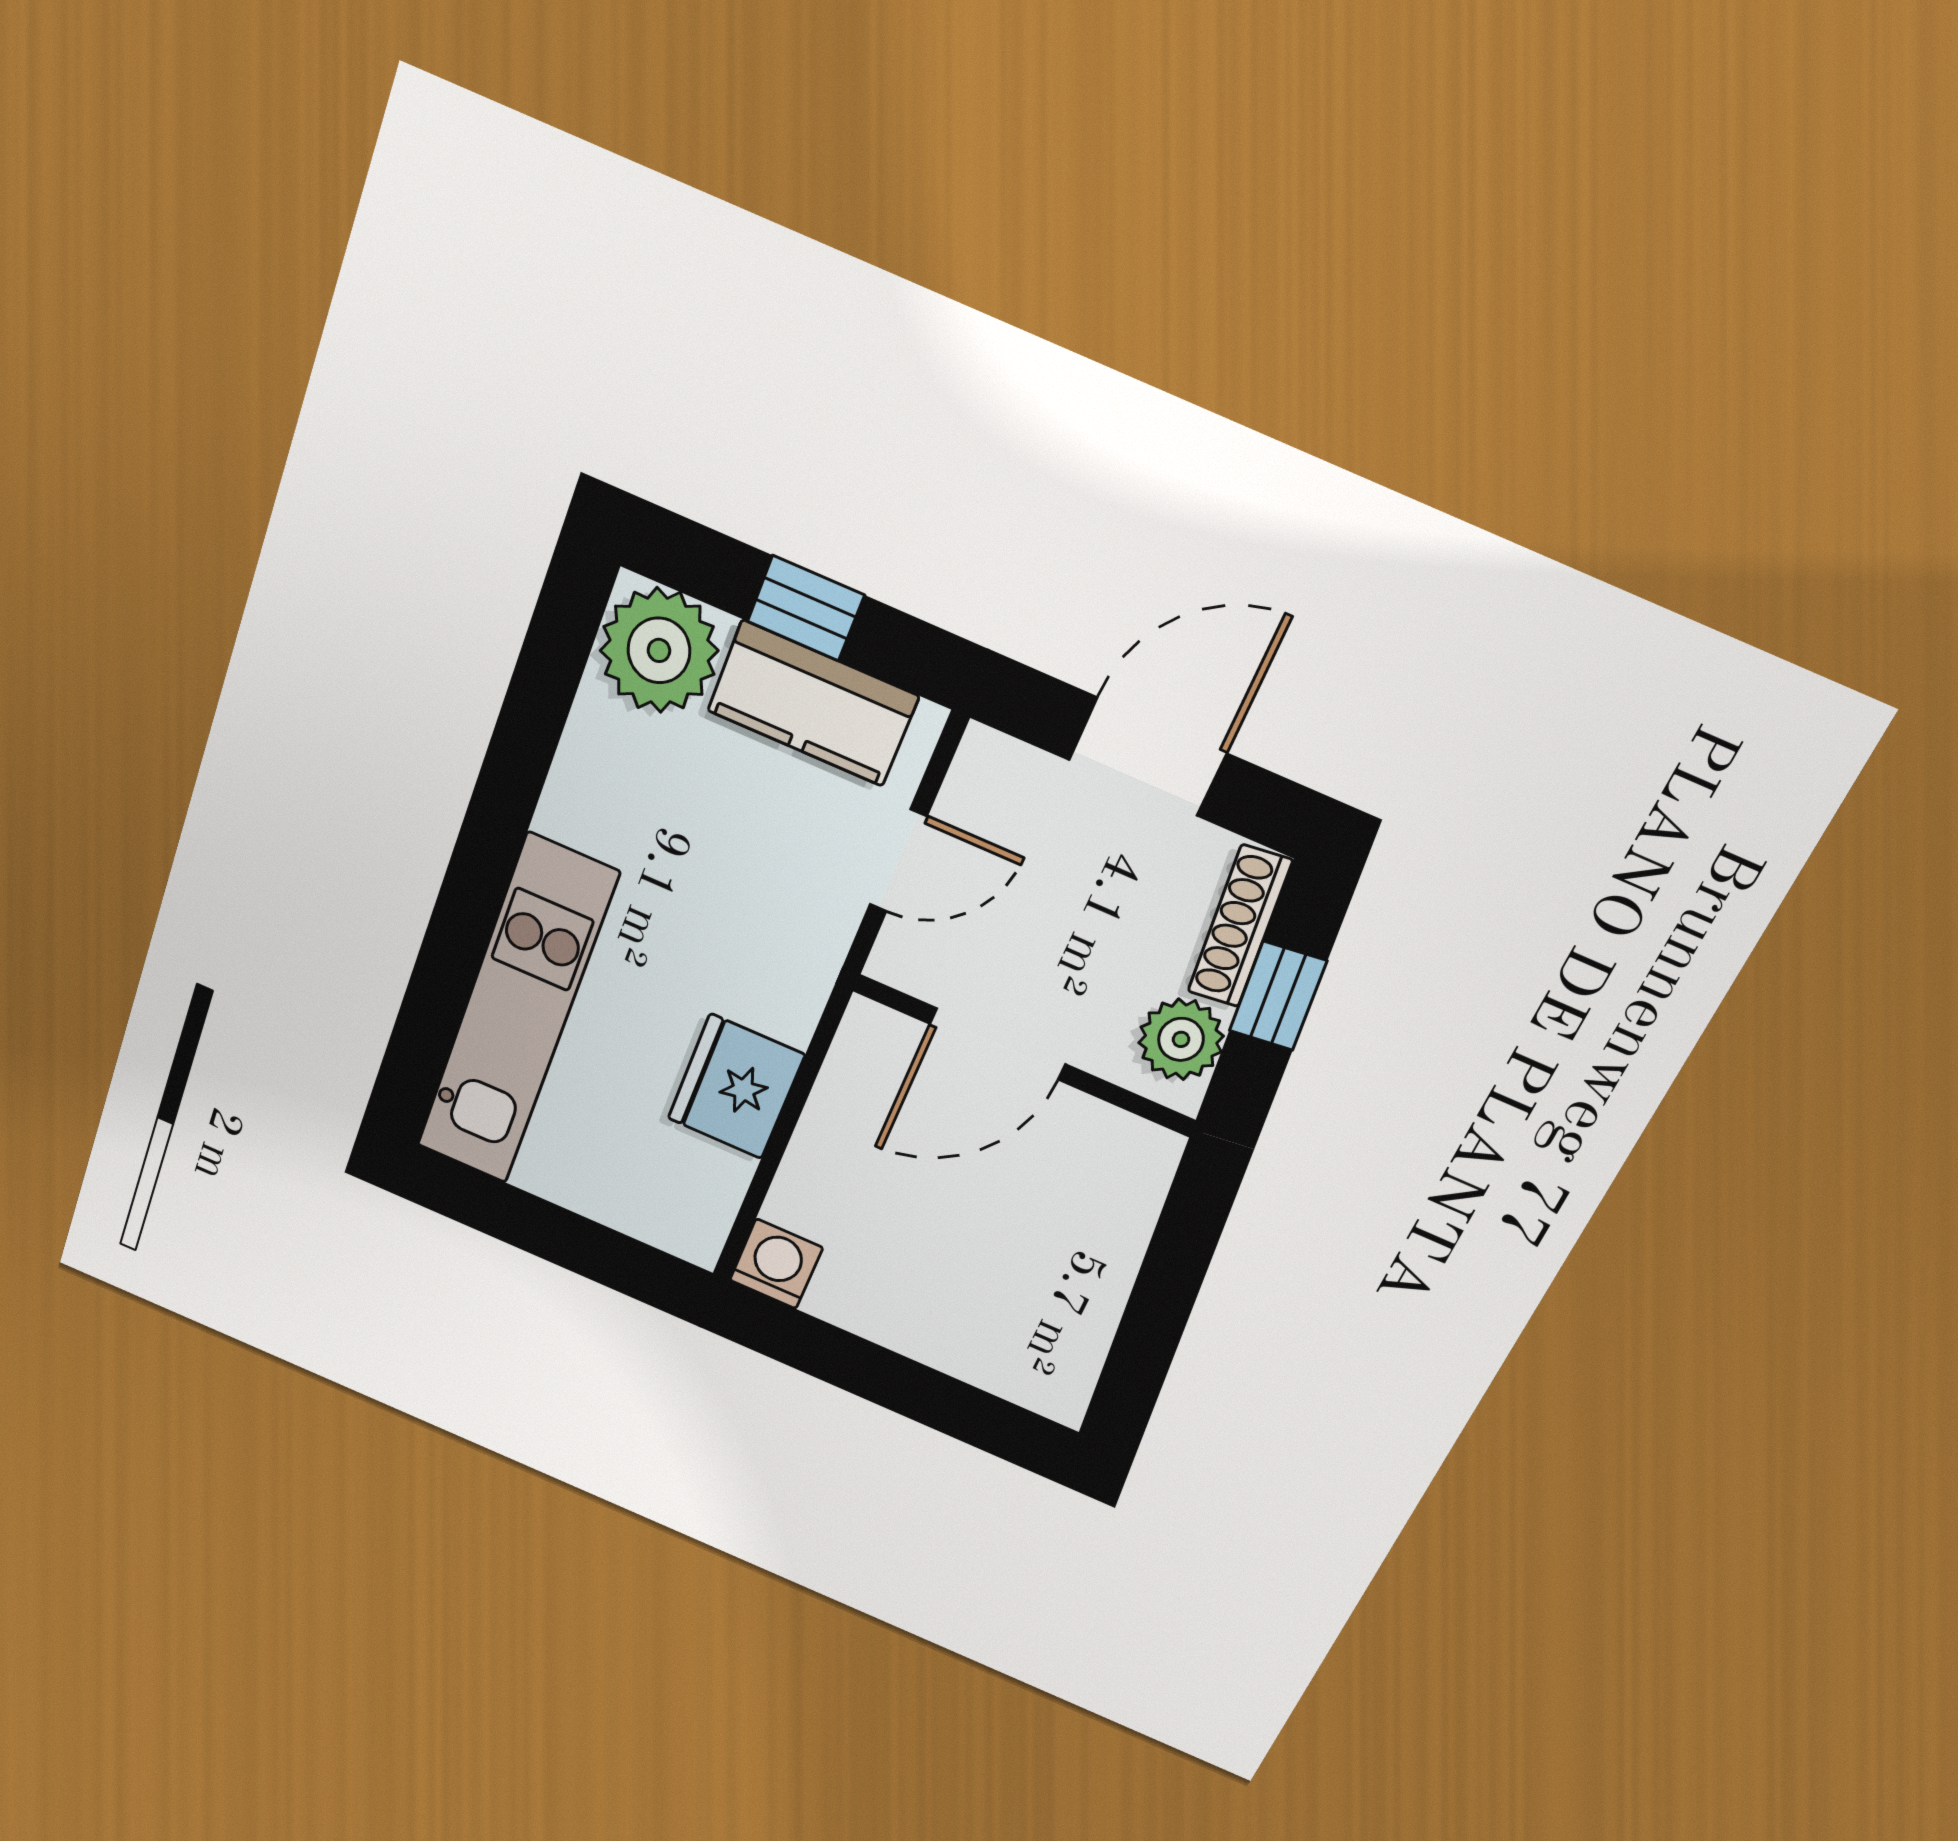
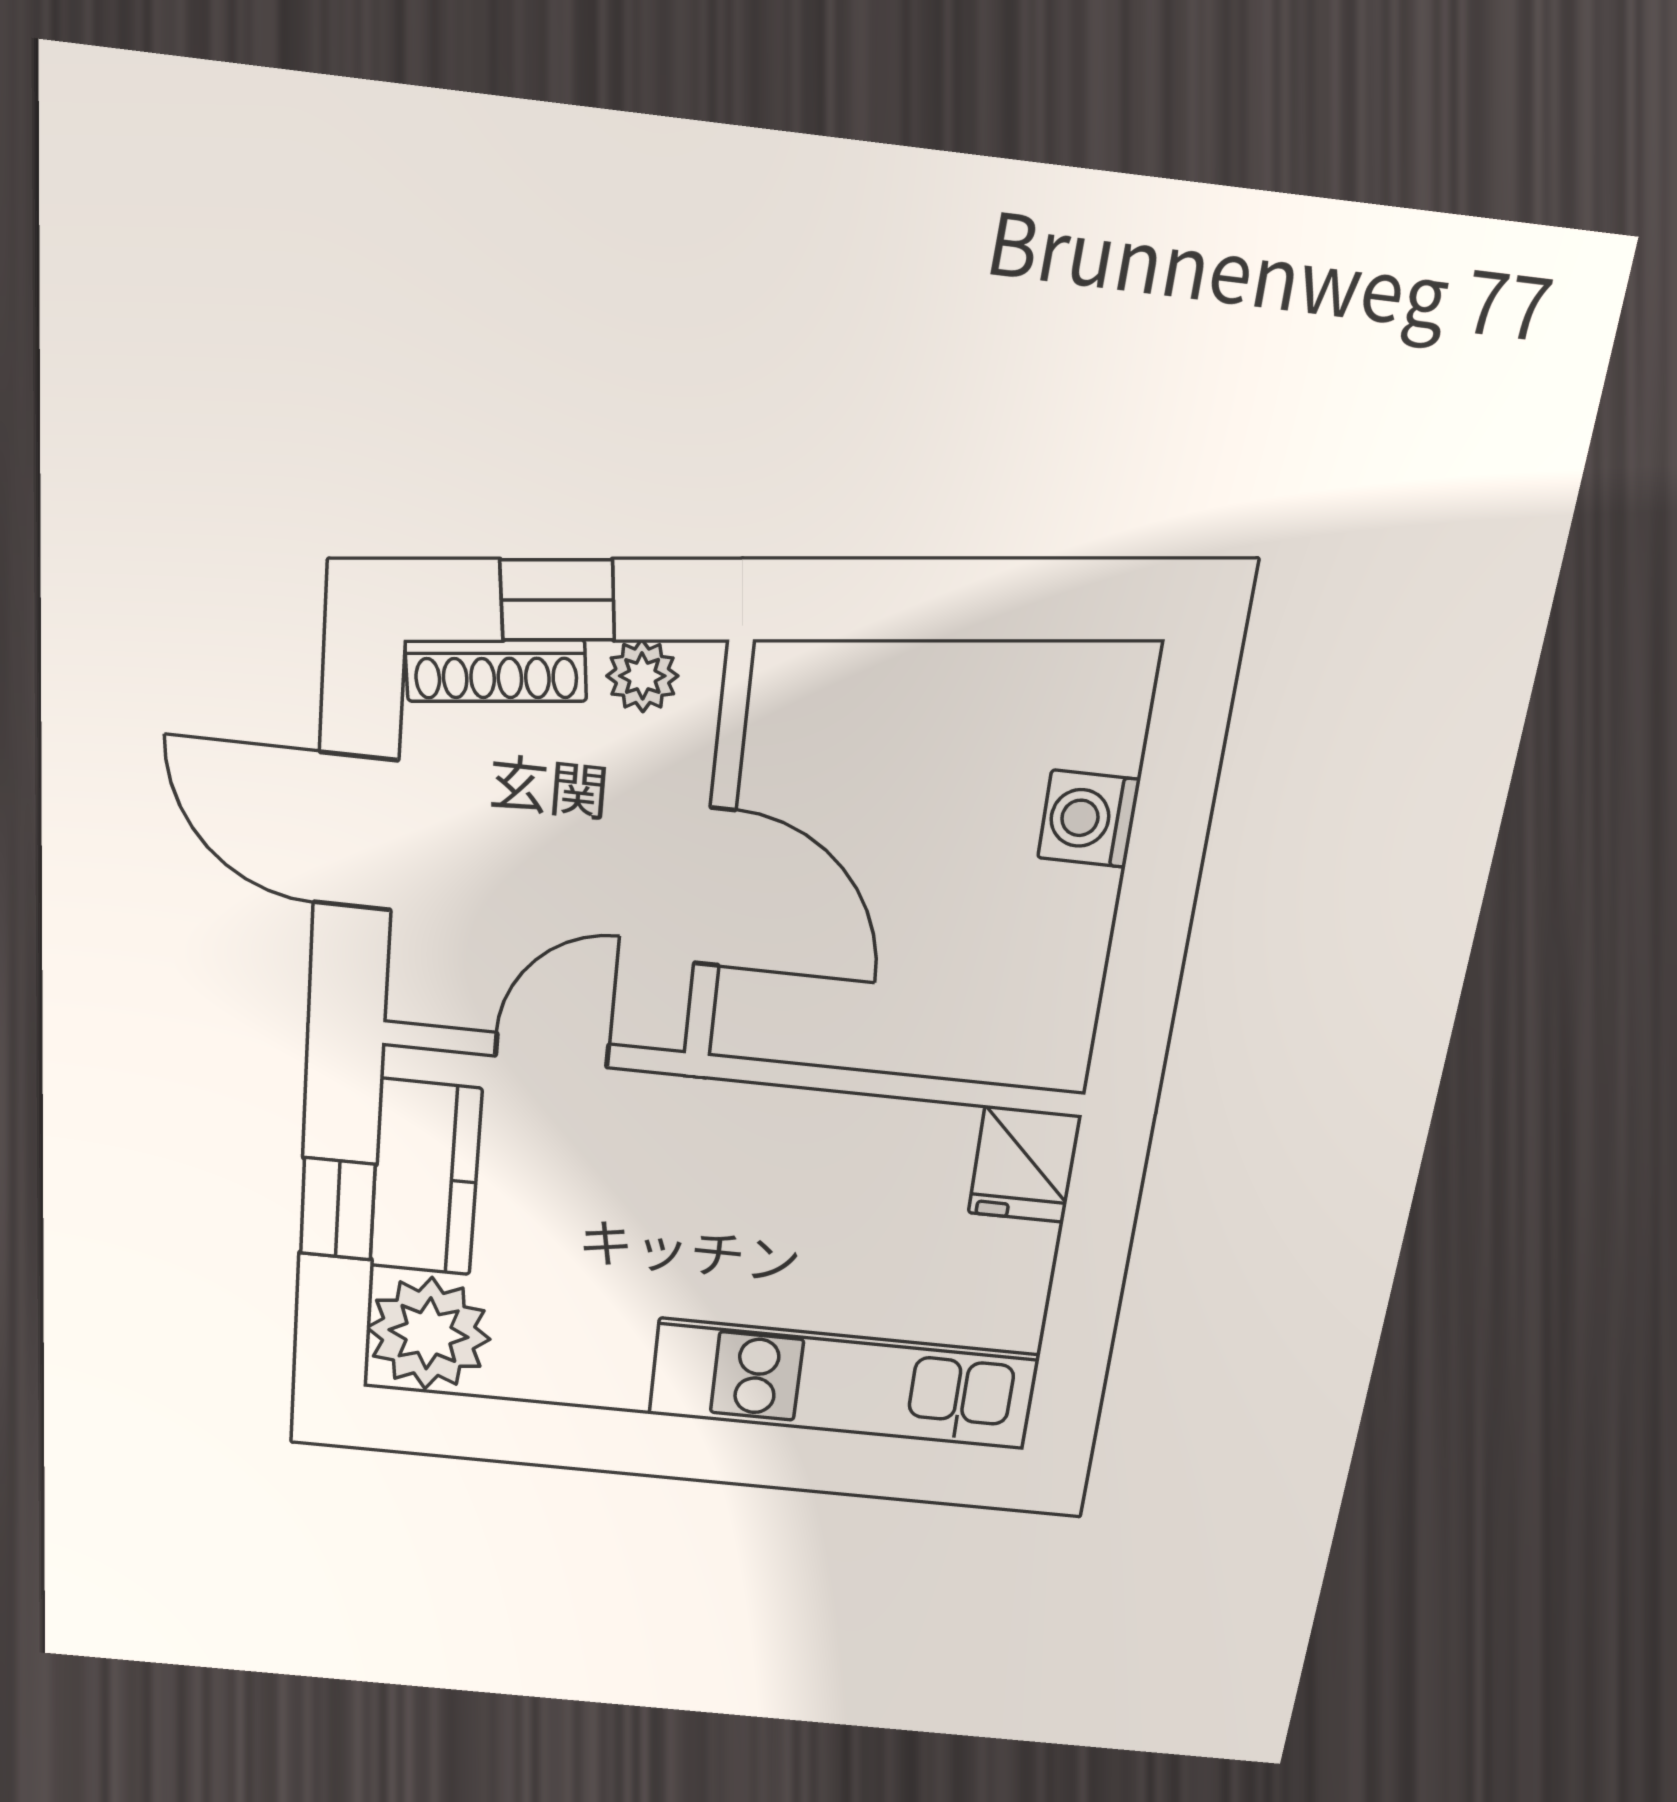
door: (898, 860) -> (552, 1050), hinge flipped
plant: (1181, 1039) -> (642, 676), width x0.73, depth x0.73
fridge: (736, 1087) -> (1025, 1164), moved, width x0.72
washing machine: (776, 1264) -> (1089, 819), moved

